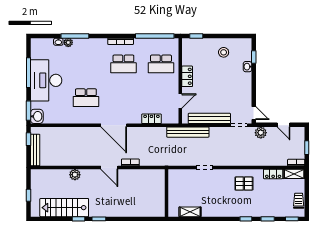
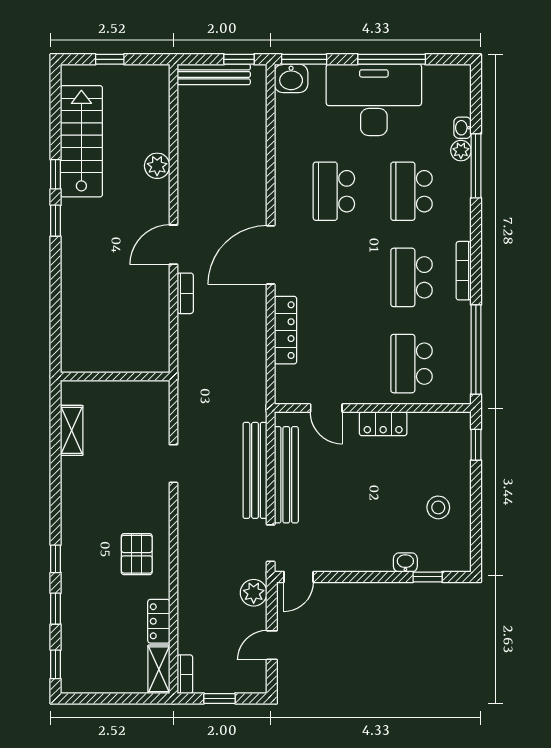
school desk: (86, 64) -> (412, 191), added
locker: (151, 119) -> (285, 330), width x1.53
bench: (188, 132) -> (255, 470), moved
trolley: (299, 201) -> (97, 680), removed

